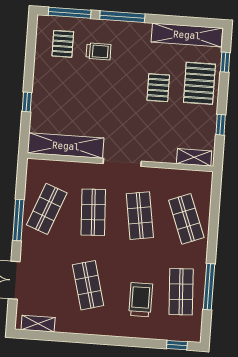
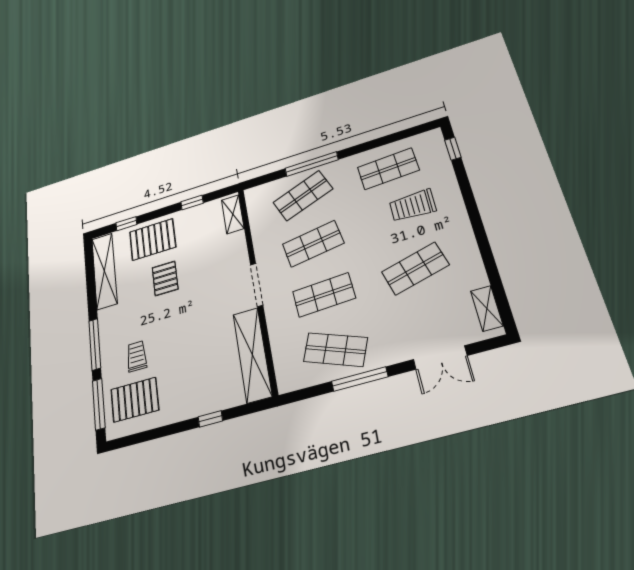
pallet: (63, 44) -> (135, 400), width x1.50, depth x1.42
pallet: (158, 88) -> (165, 278), turned 90
window: (209, 287) -> (312, 164), moved

